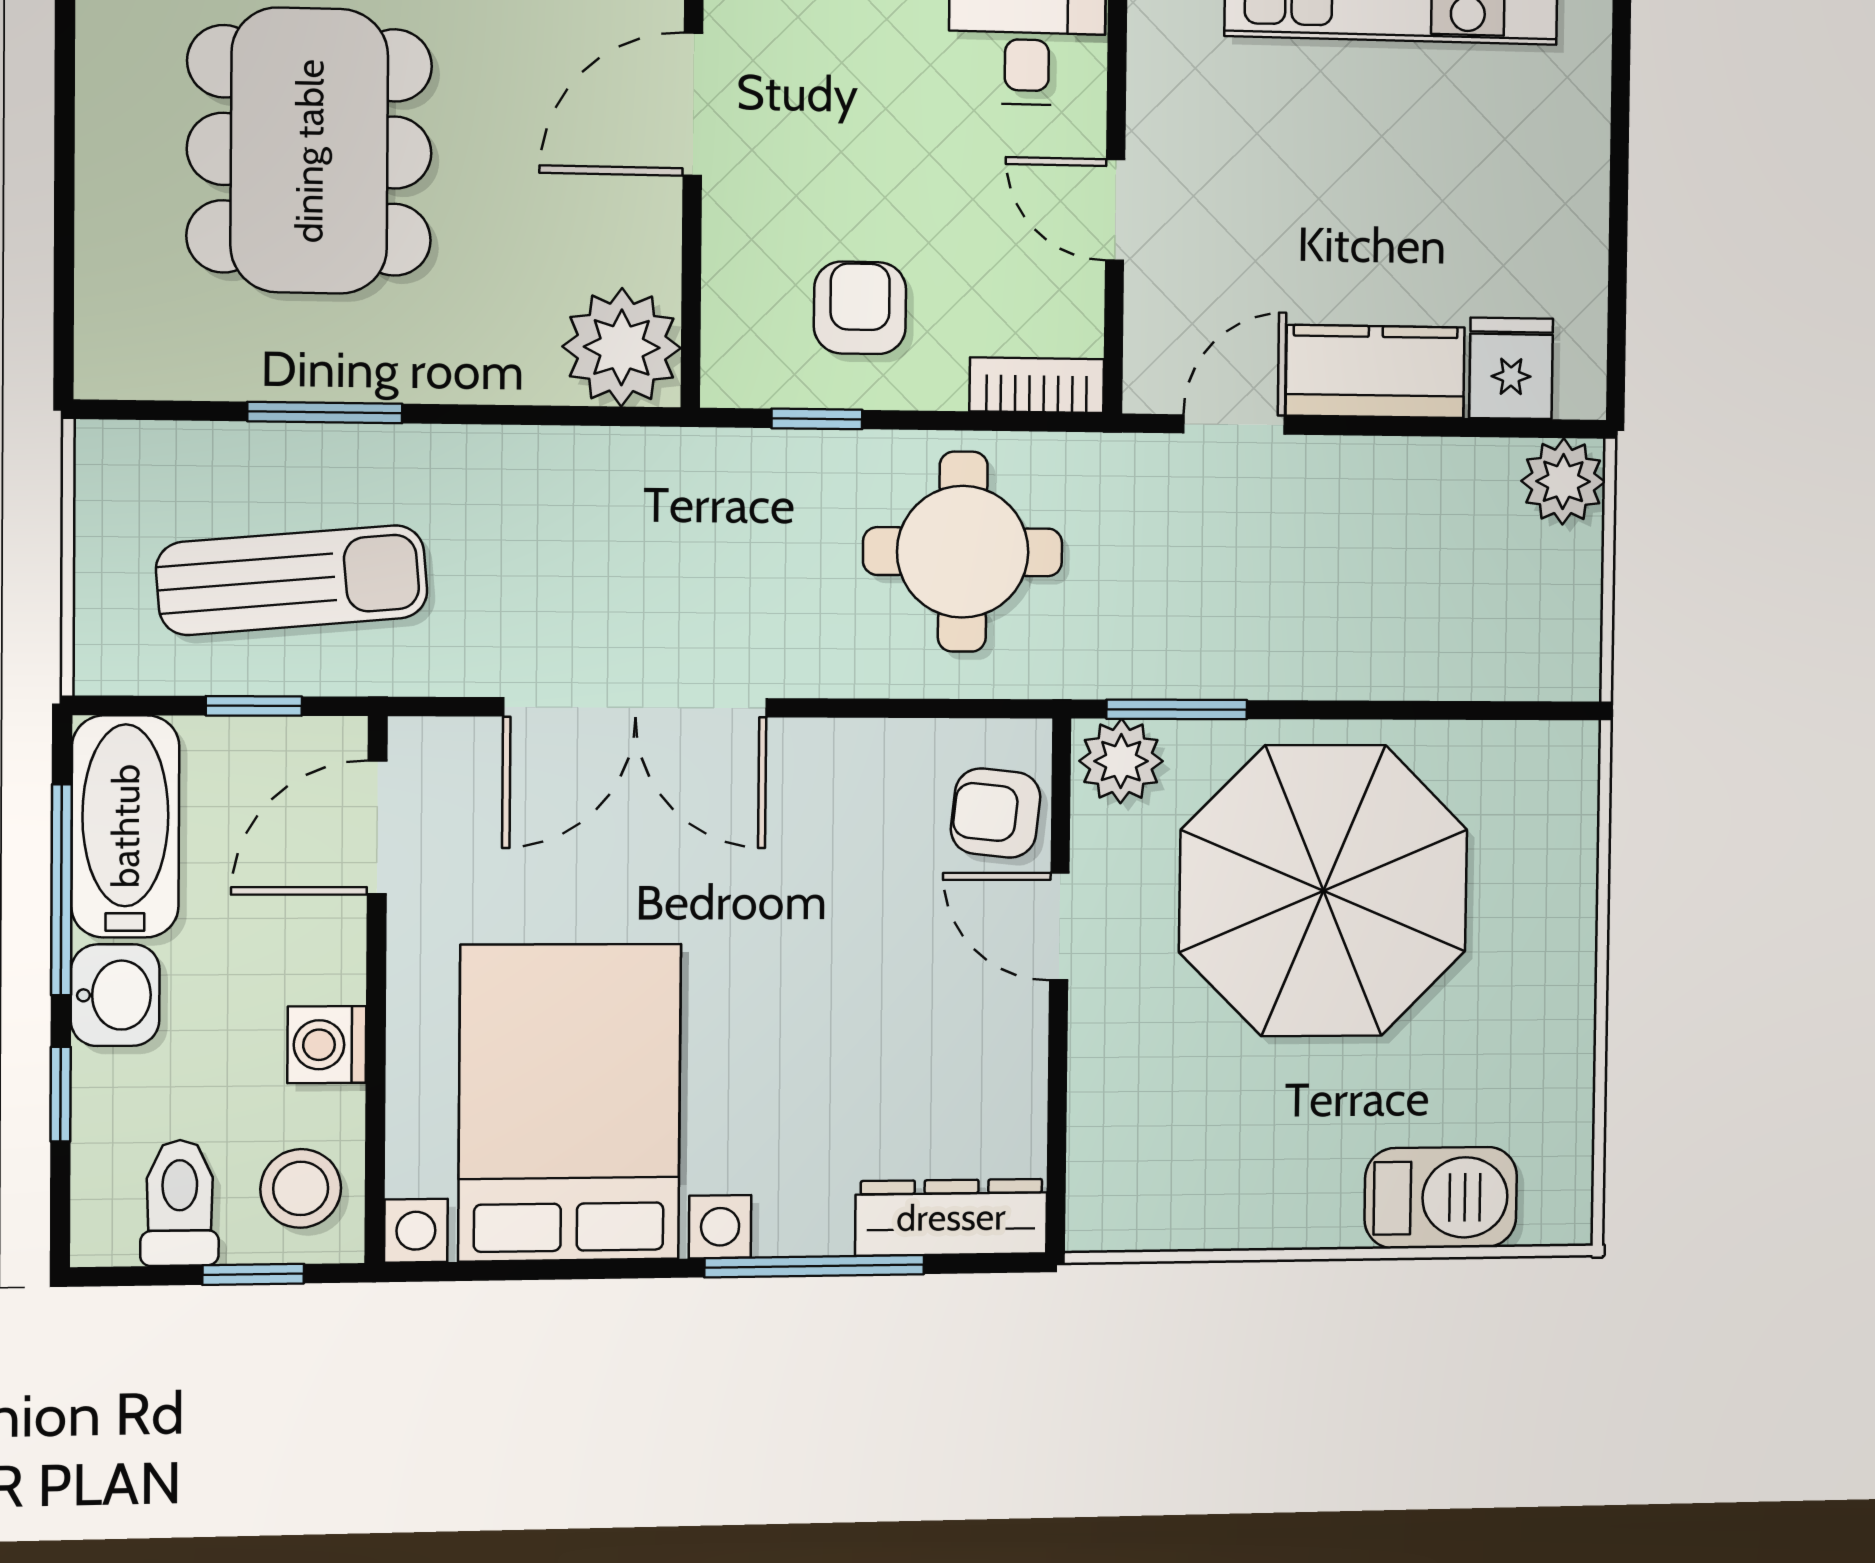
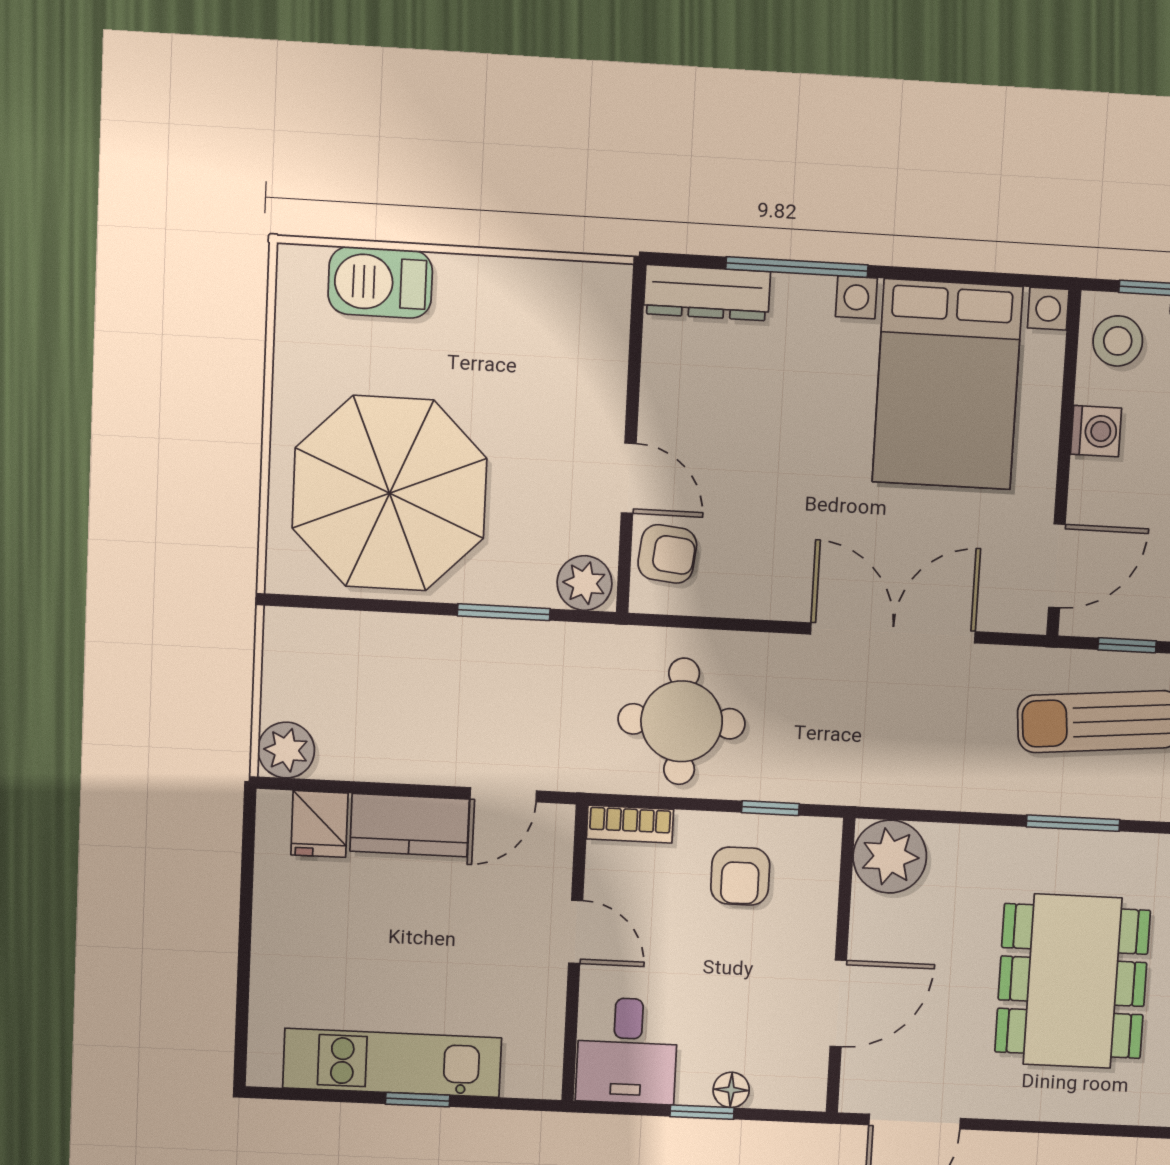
window: (1177, 709) -> (504, 612), moved
parasol: (1324, 891) -> (390, 493), moved

